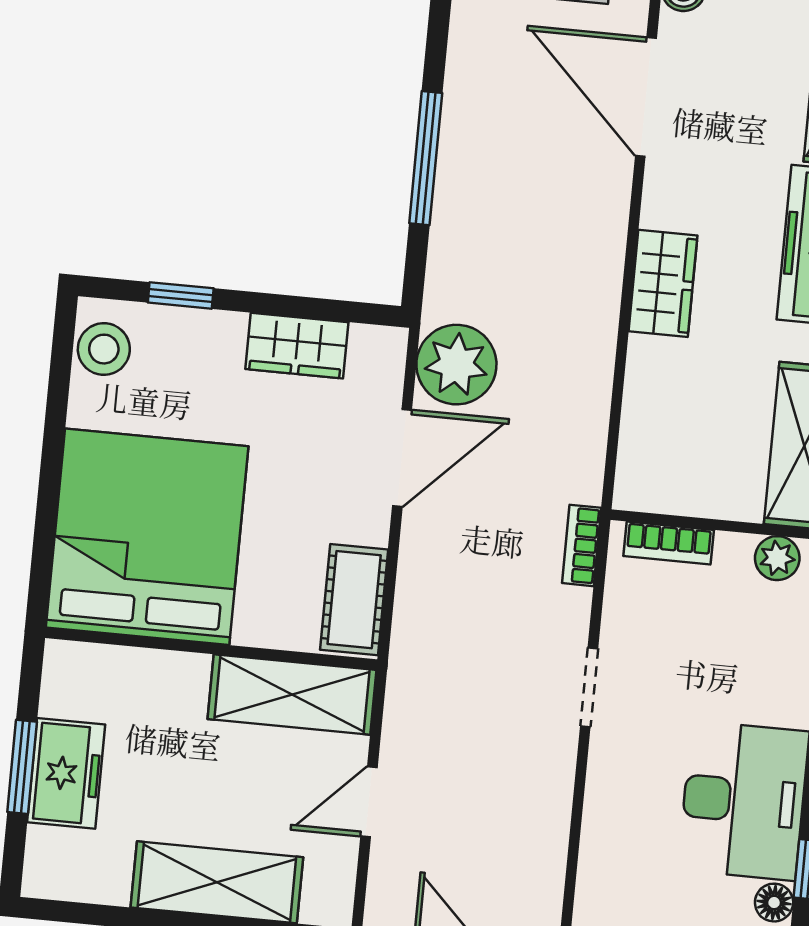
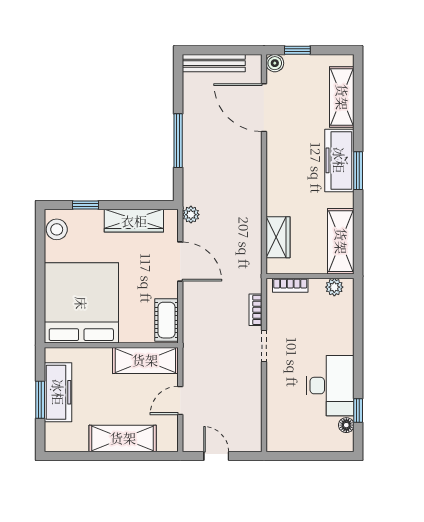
wardrobe: (663, 283) -> (278, 237), moved
wardrobe: (297, 346) -> (134, 221), width x1.50
plant: (456, 365) -> (191, 215), width x0.53, depth x0.53
door: (402, 458) -> (180, 261), hinge flipped
bookcase: (582, 545) -> (256, 310), moved
freezer: (66, 773) -> (58, 392), width x1.40

